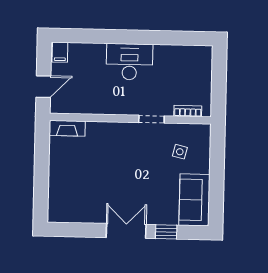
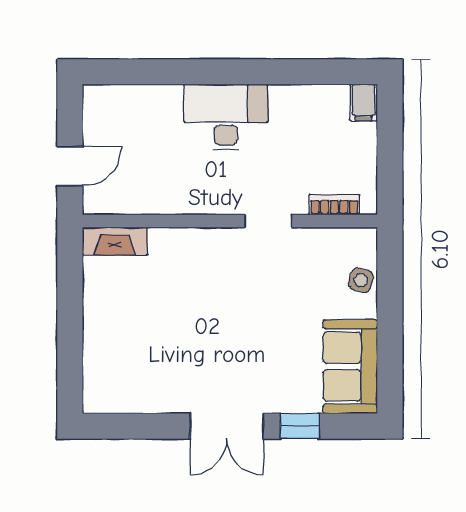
filing cabinet: (60, 52) -> (363, 103), moved
side table: (180, 152) -> (361, 280), moved
double door: (126, 231) -> (227, 426), swing flipped

